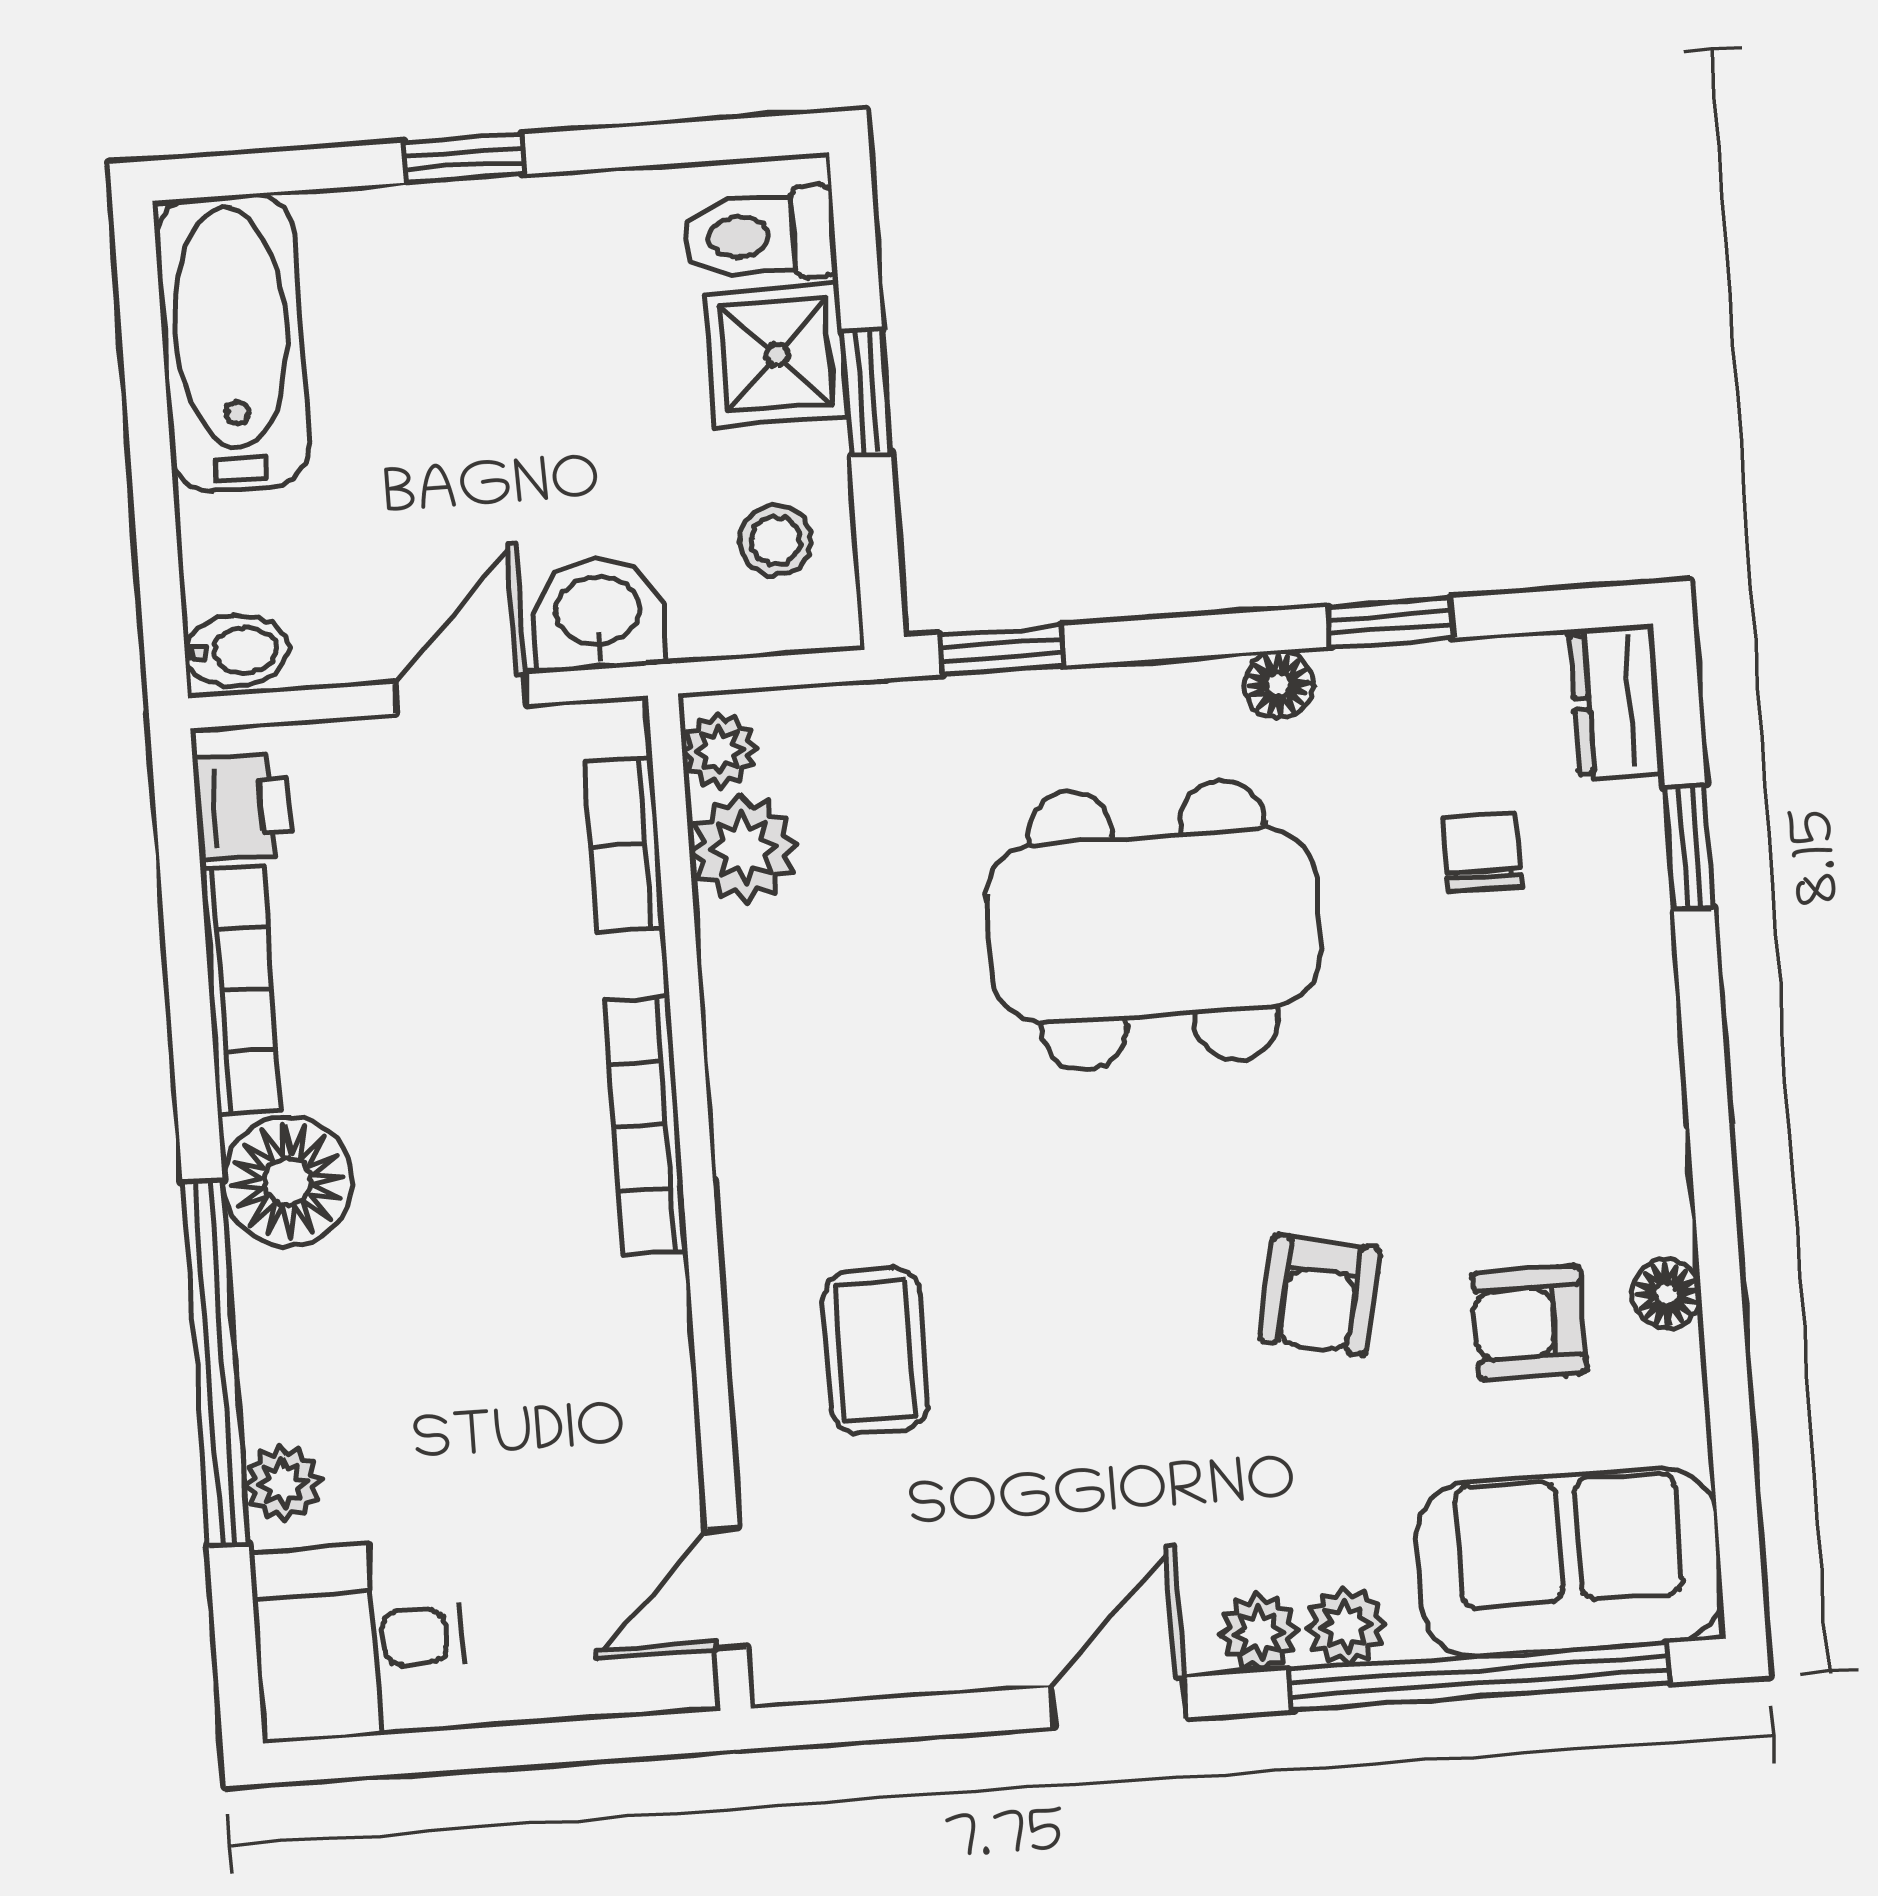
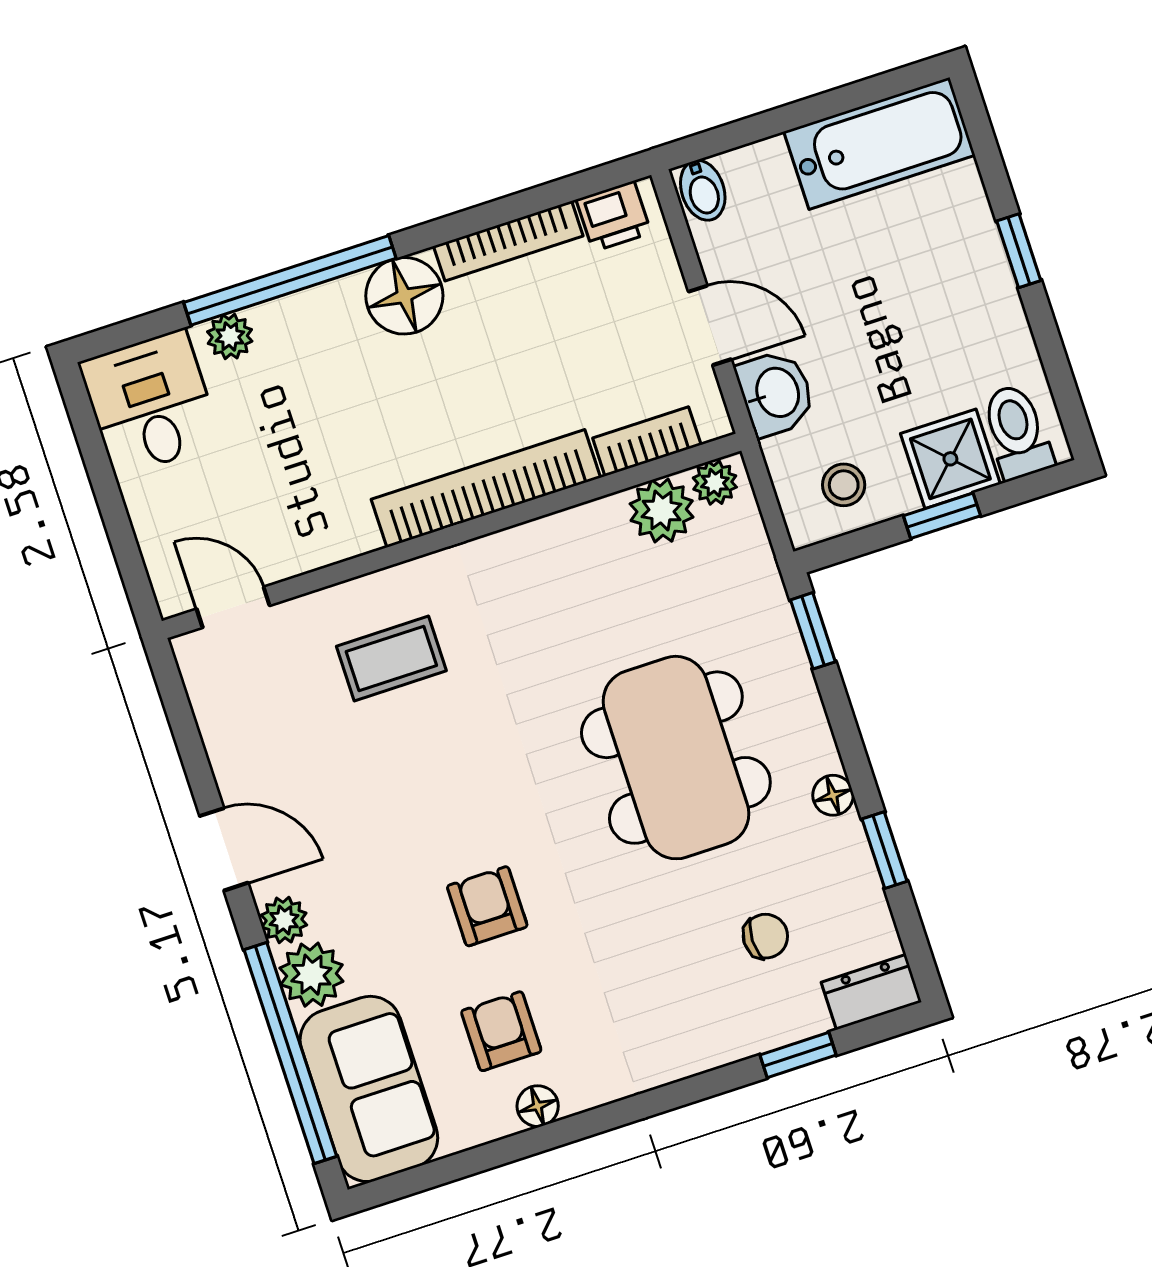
bookcase: (646, 1126) -> (486, 488), width x1.48, depth x1.31
armchair: (1319, 1295) -> (487, 906), turned 78
plant: (1346, 1626) -> (311, 975), width x1.38, depth x1.38

